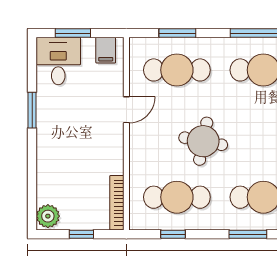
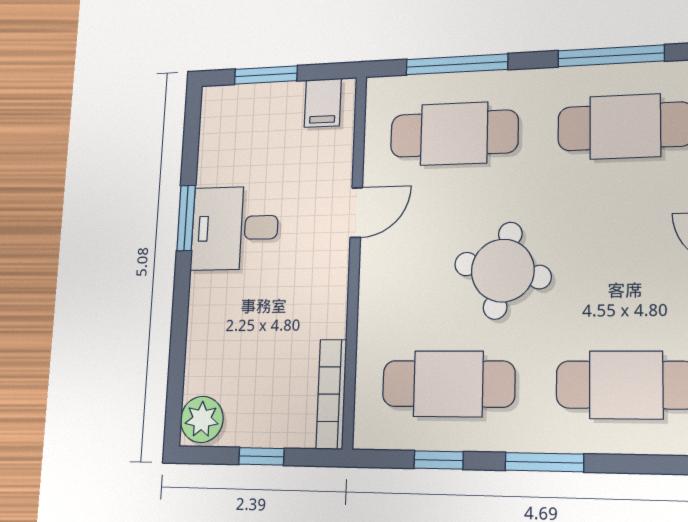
window: (177, 33) -> (457, 64), width x1.44
desk: (58, 61) -> (235, 228), moved, turned -90
window: (248, 234) -> (544, 462), moved

